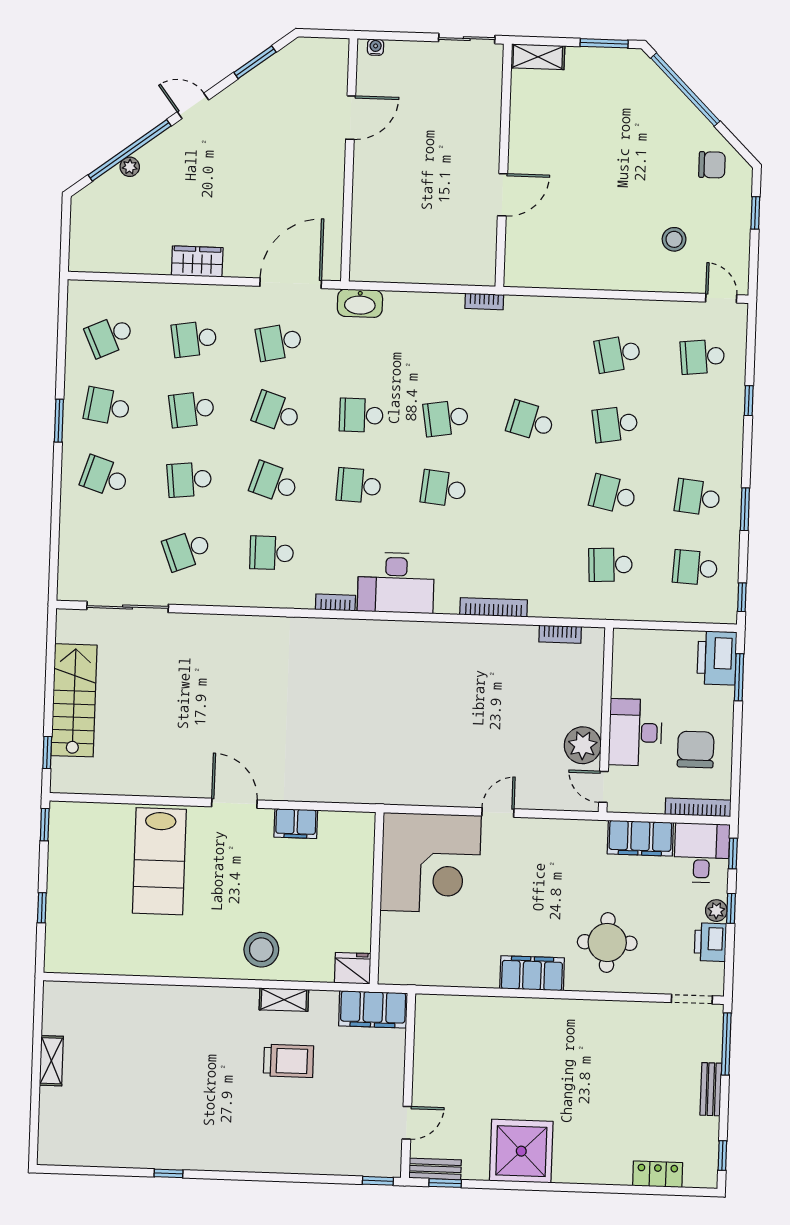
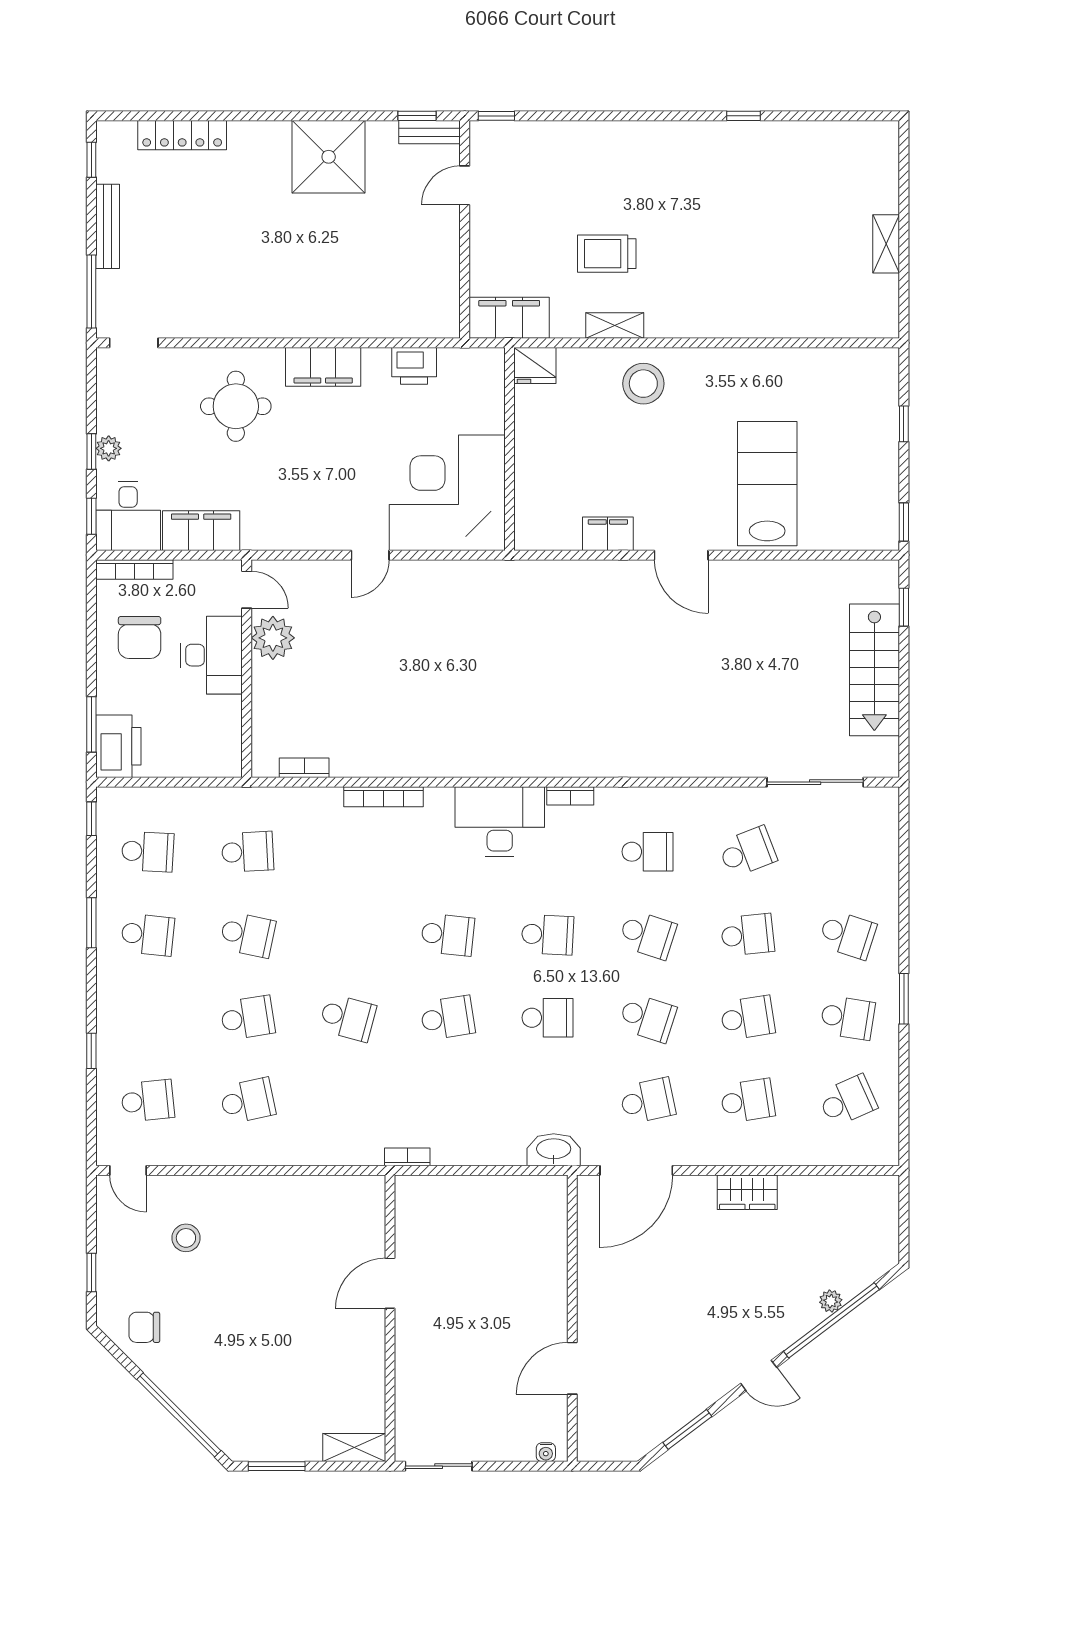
printer: (710, 942) -> (414, 366), moved, turned 90
bench: (711, 1089) -> (108, 226), width x1.36
locker: (658, 1174) -> (182, 135), width x1.53

